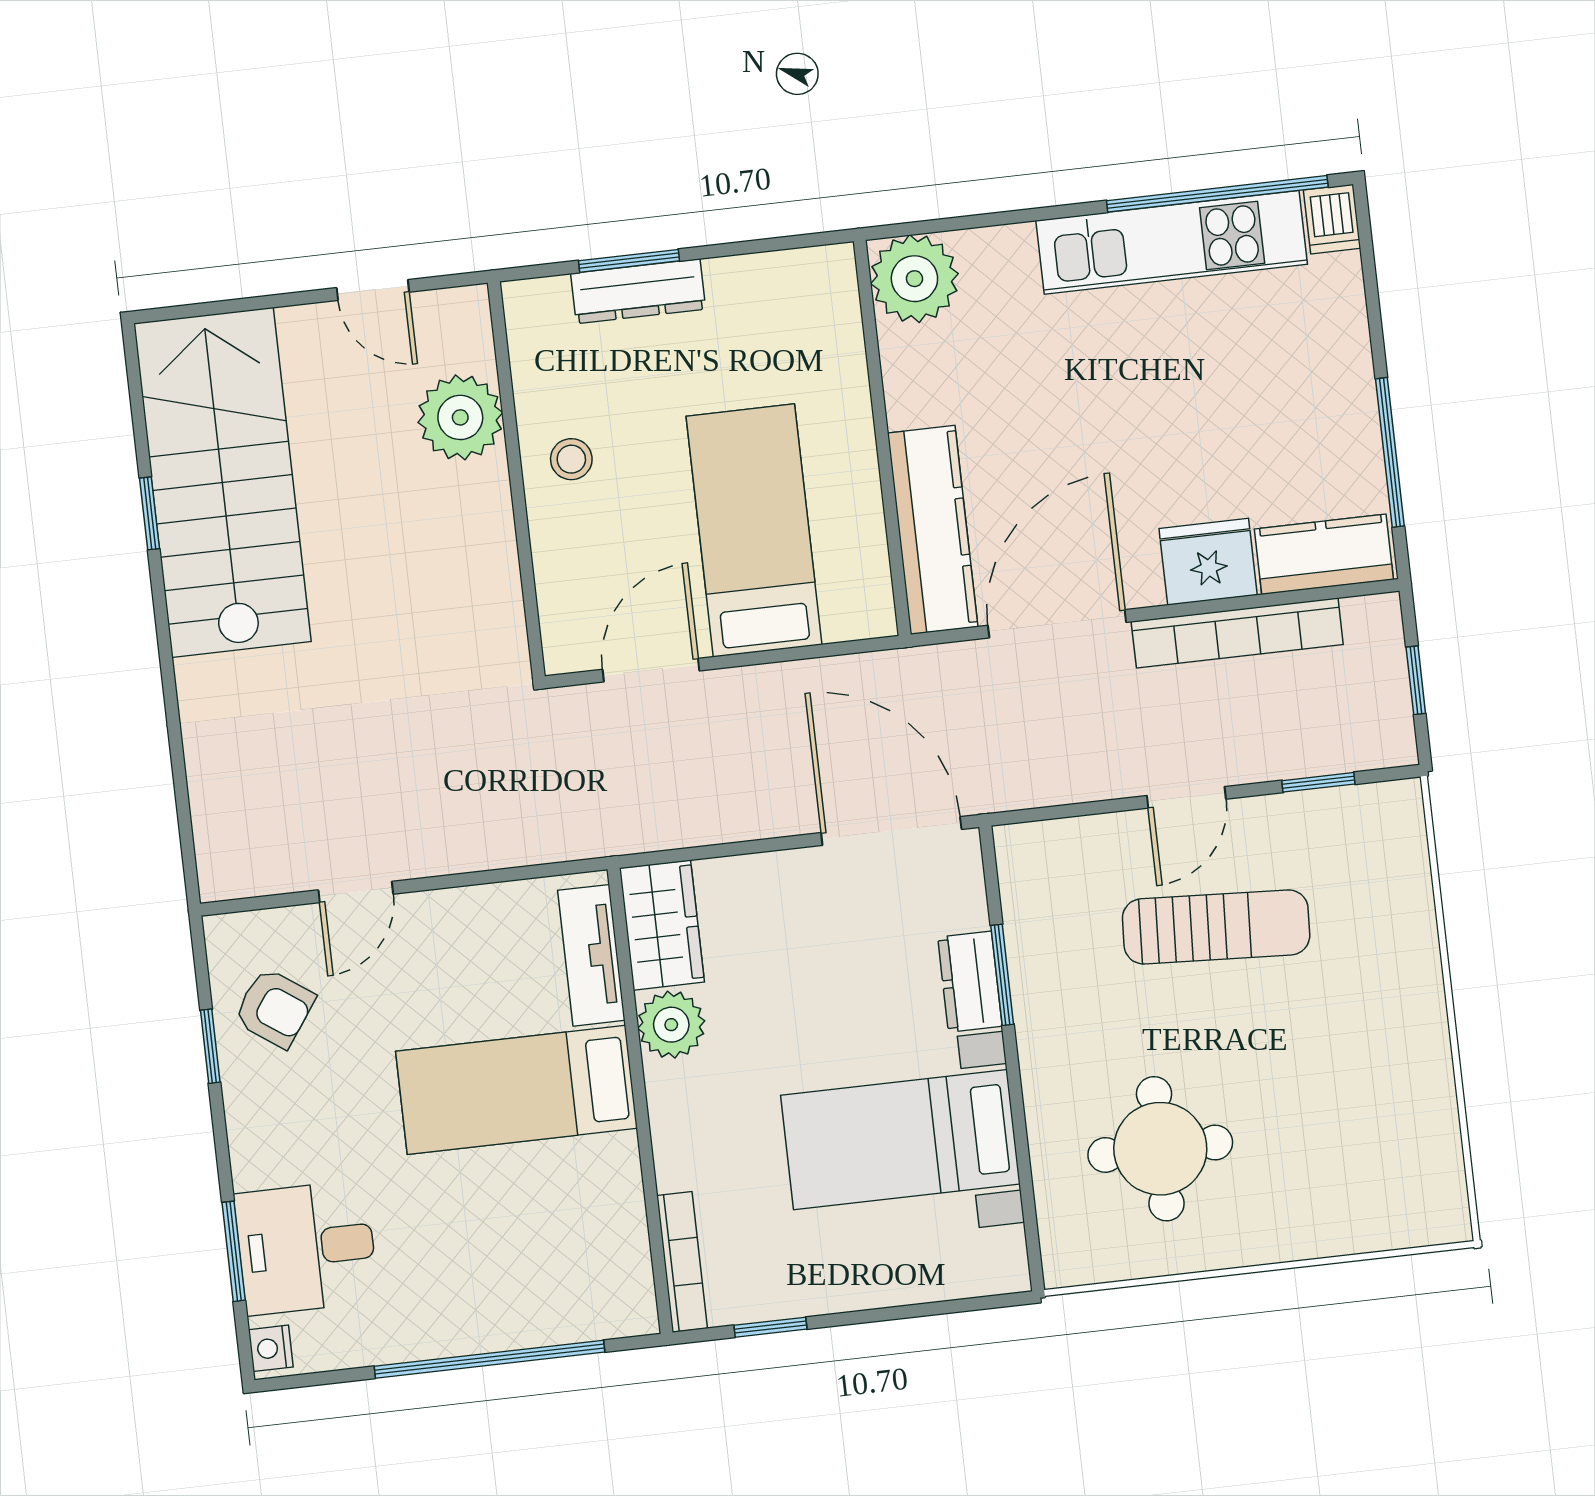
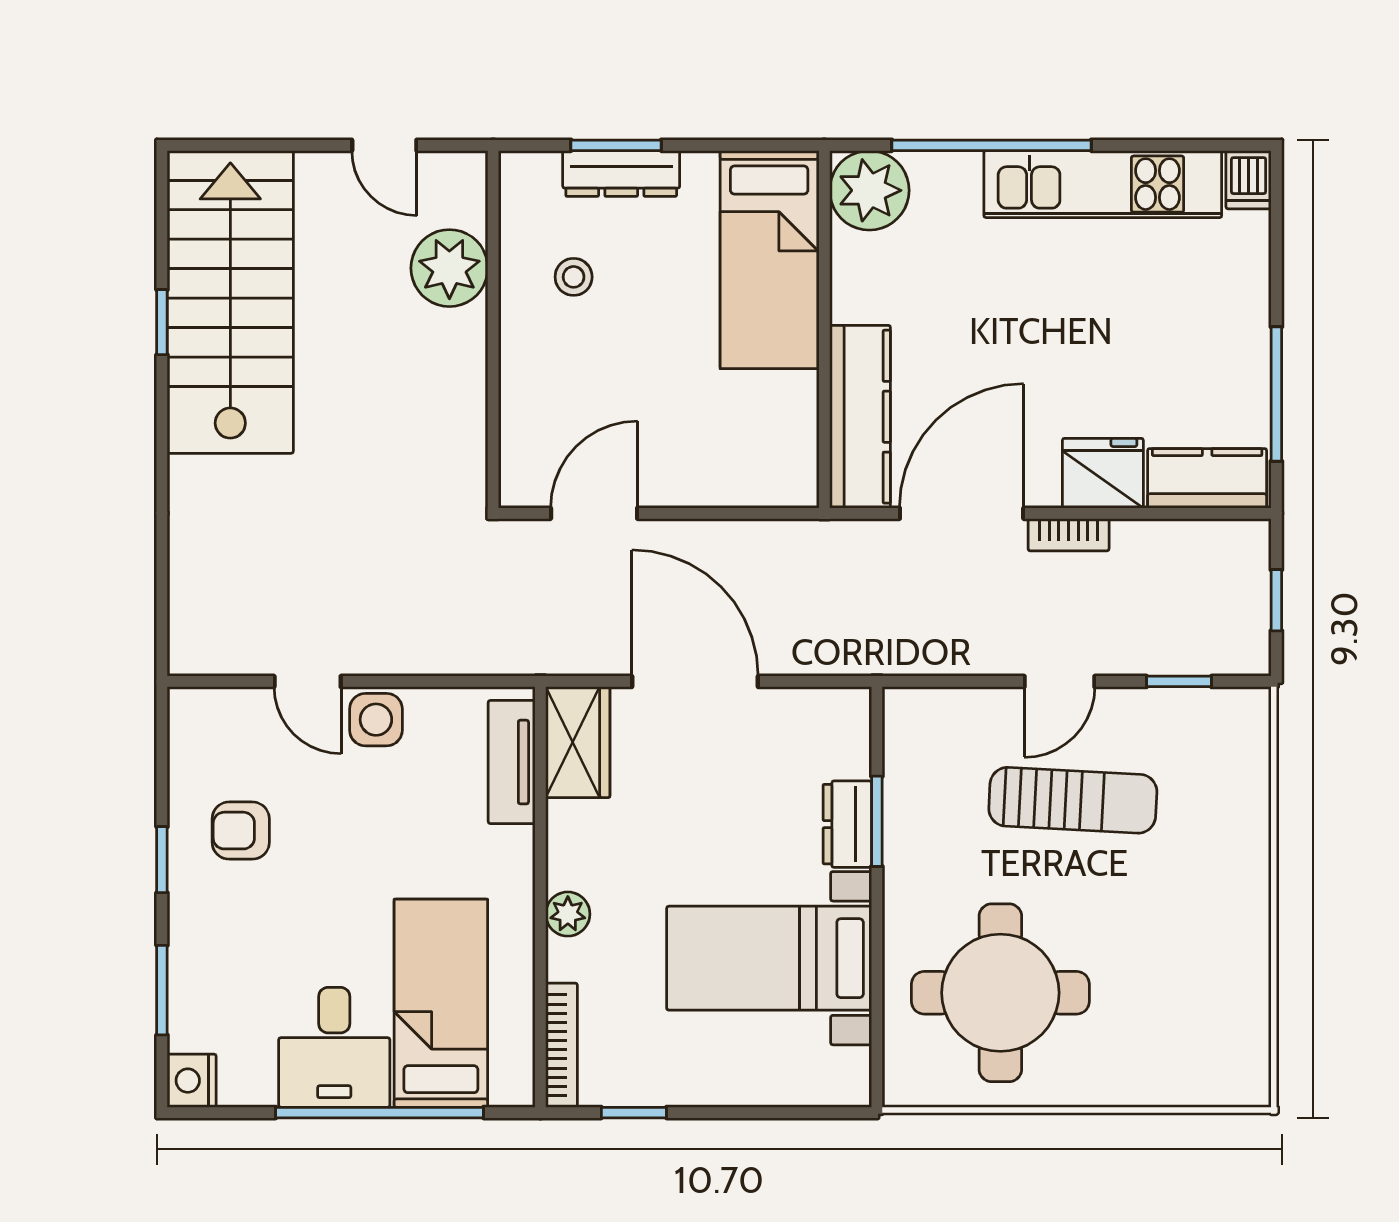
window: (1217, 194) -> (991, 145), moved
stool: (571, 459) -> (574, 277), moved
bed: (754, 530) -> (769, 260), moved, turned 180
bookcase: (1237, 633) -> (1069, 535), width x0.43, depth x0.76
door: (891, 831) -> (695, 681), moved
door: (356, 892) -> (308, 681), hinge flipped
side table: (436, 926) -> (376, 720), added
armchair: (274, 1008) -> (241, 831), moved, turned 145
plant: (671, 1025) -> (568, 914), moved, width x0.73, depth x0.73
window: (210, 1046) -> (162, 860), moved
bed: (516, 1090) -> (441, 1003), moved, turned 90
round table: (1160, 1149) -> (1000, 993), width x1.36, depth x1.36
desk: (306, 1248) -> (334, 1047), moved, turned -90
nightstand: (271, 1348) -> (192, 1081), width x1.39, depth x1.35

